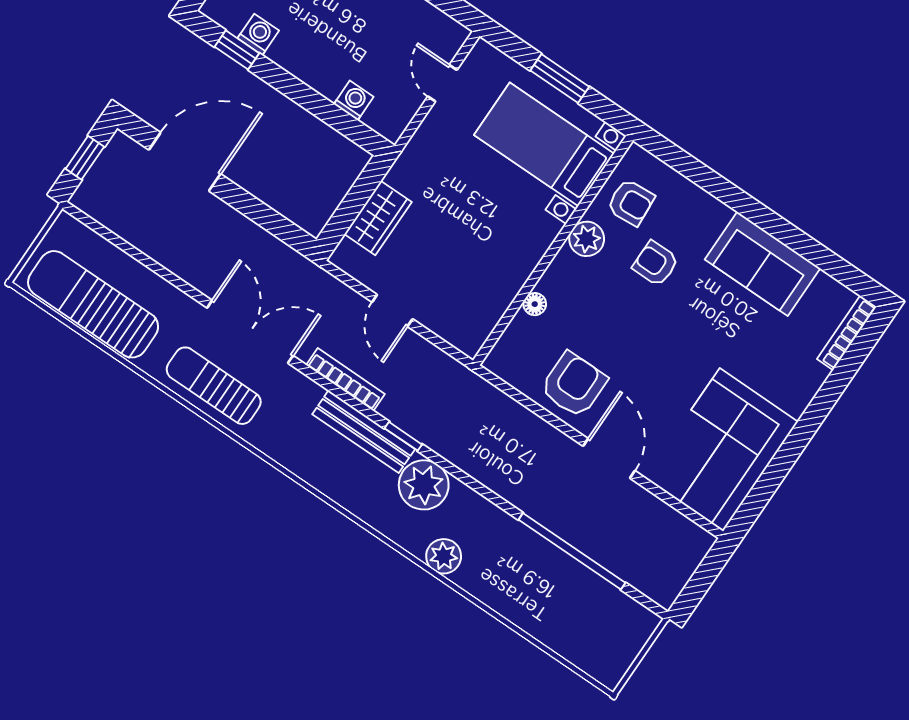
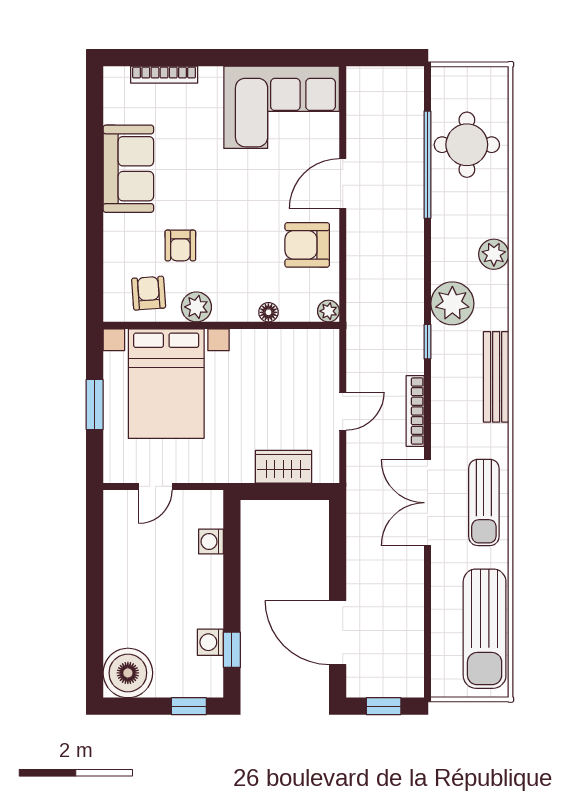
bed with nightstands: (544, 144) -> (166, 384), width x1.36
bookcase: (847, 333) -> (164, 75), moved
plant: (497, 362) -> (328, 311), added
bench: (364, 432) -> (496, 377), moved
round table: (565, 602) -> (467, 145), added

